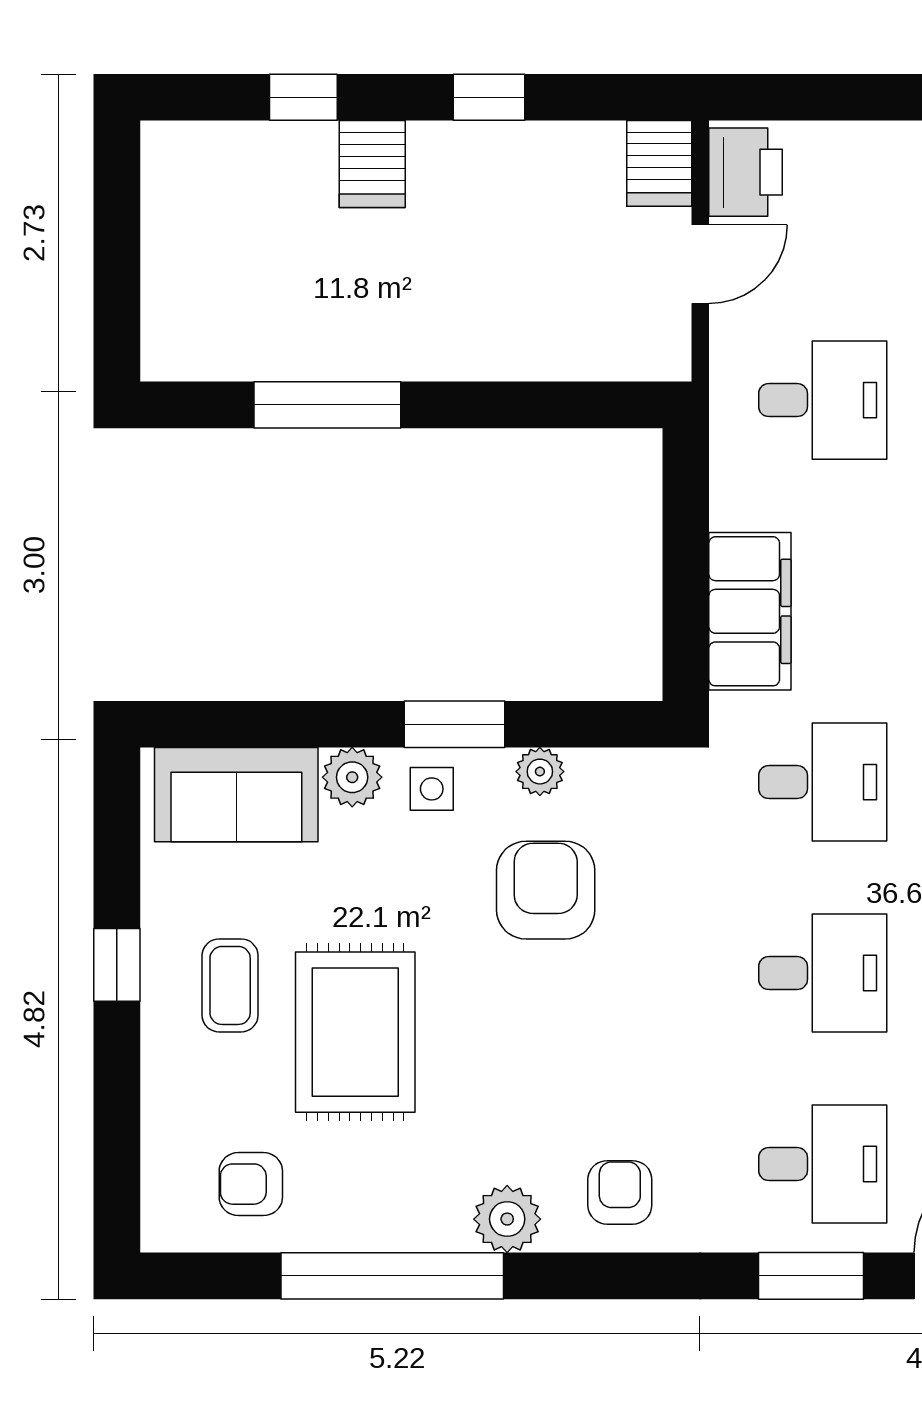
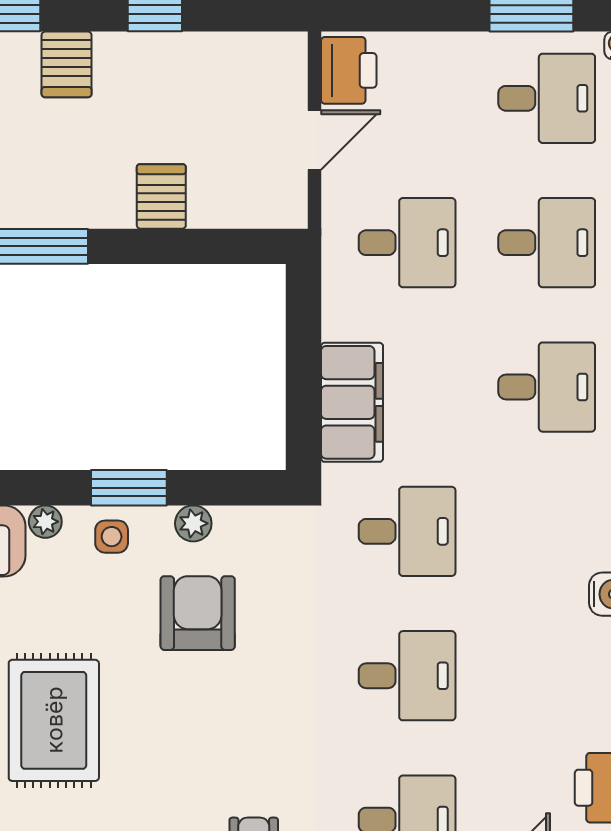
server rack: (659, 163) -> (161, 196), moved, turned 180
plant: (352, 777) -> (45, 522), width x0.73, depth x0.73

